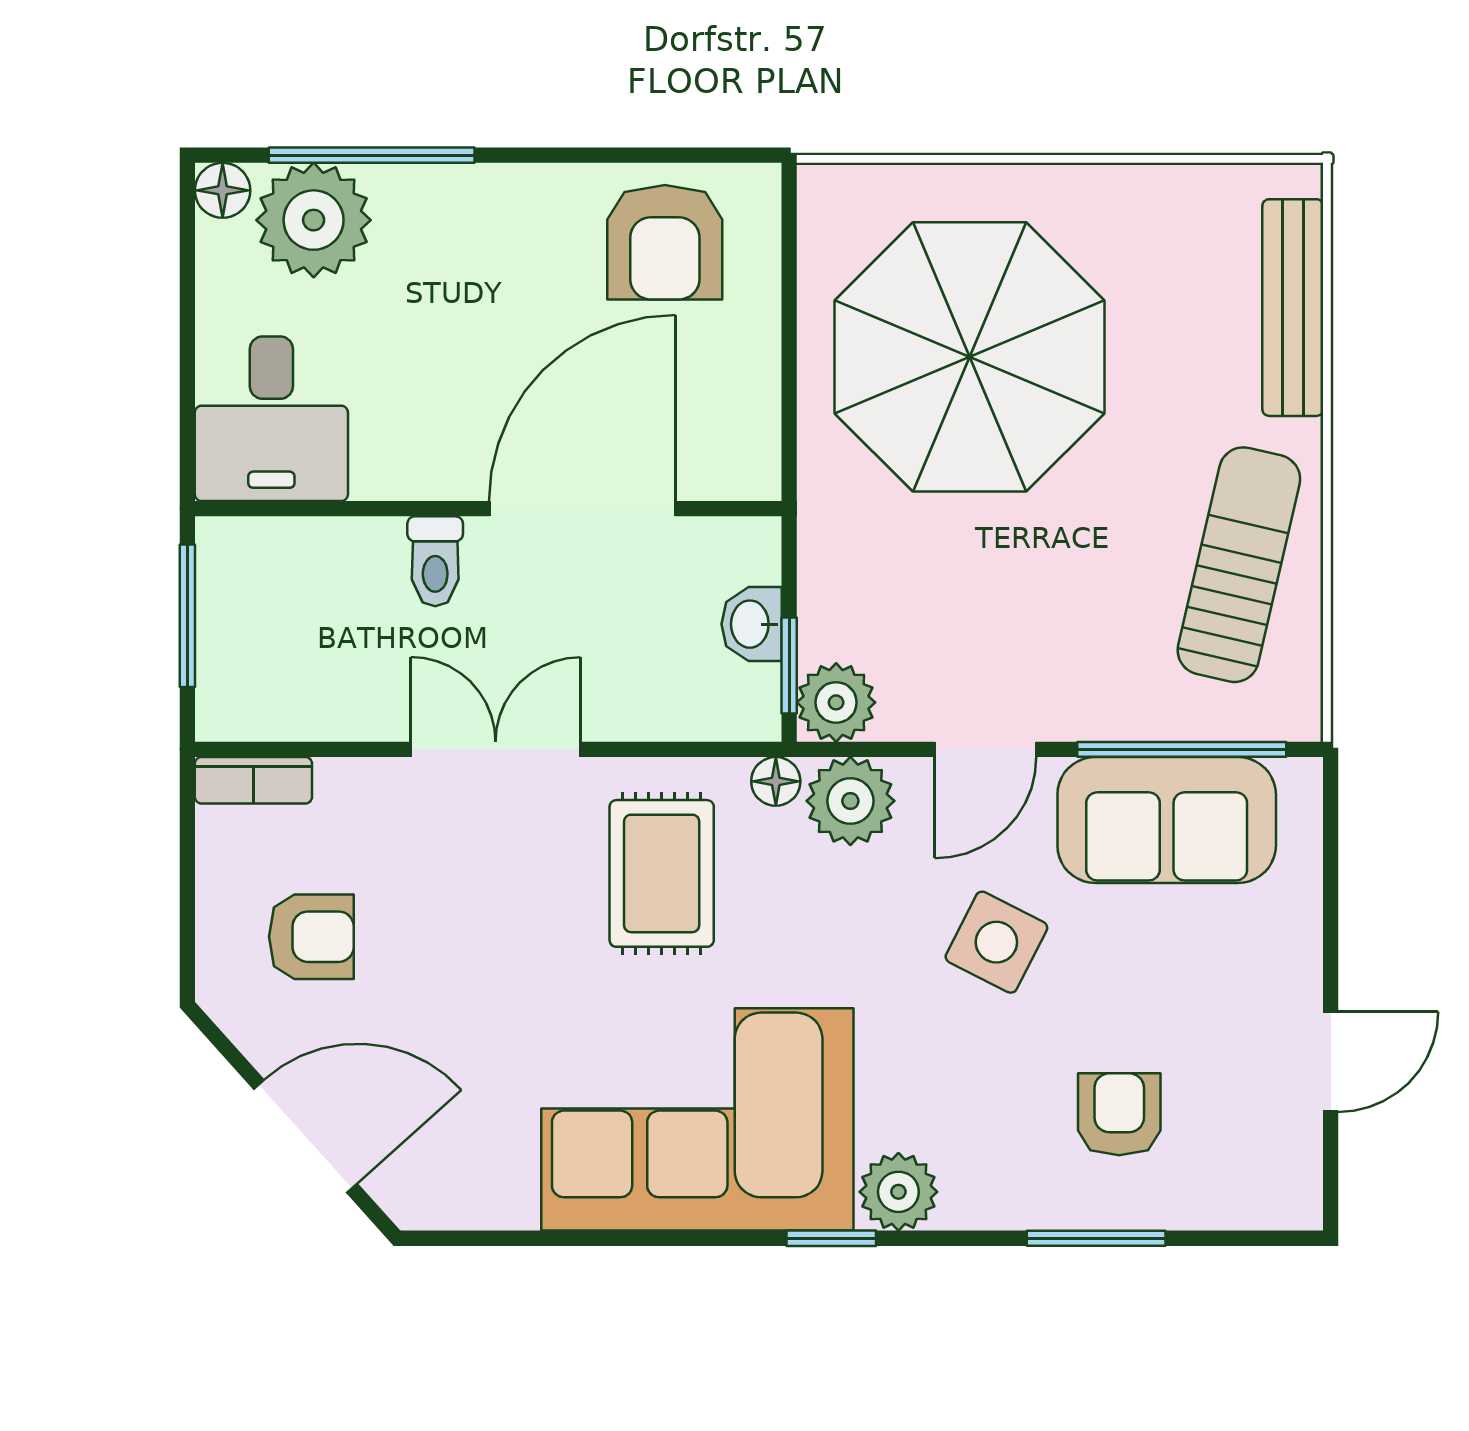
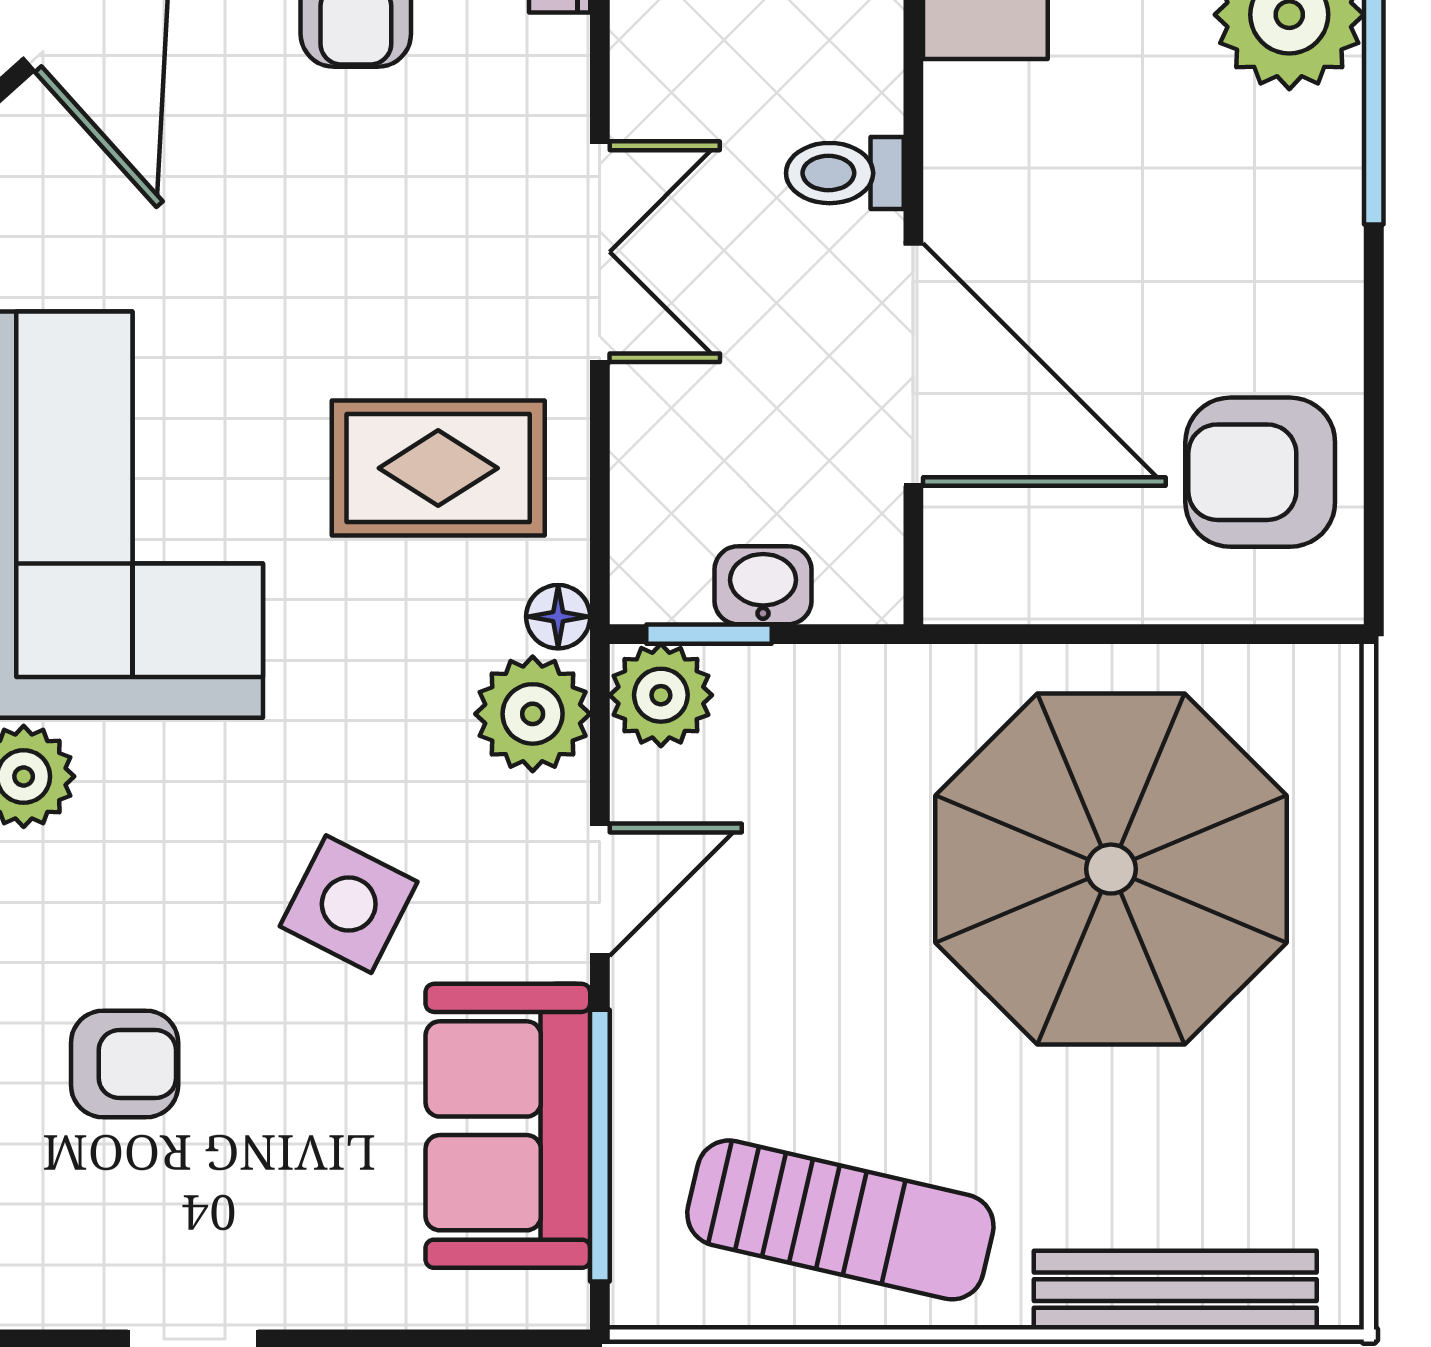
door: (985, 749) -> (600, 890), swing flipped

